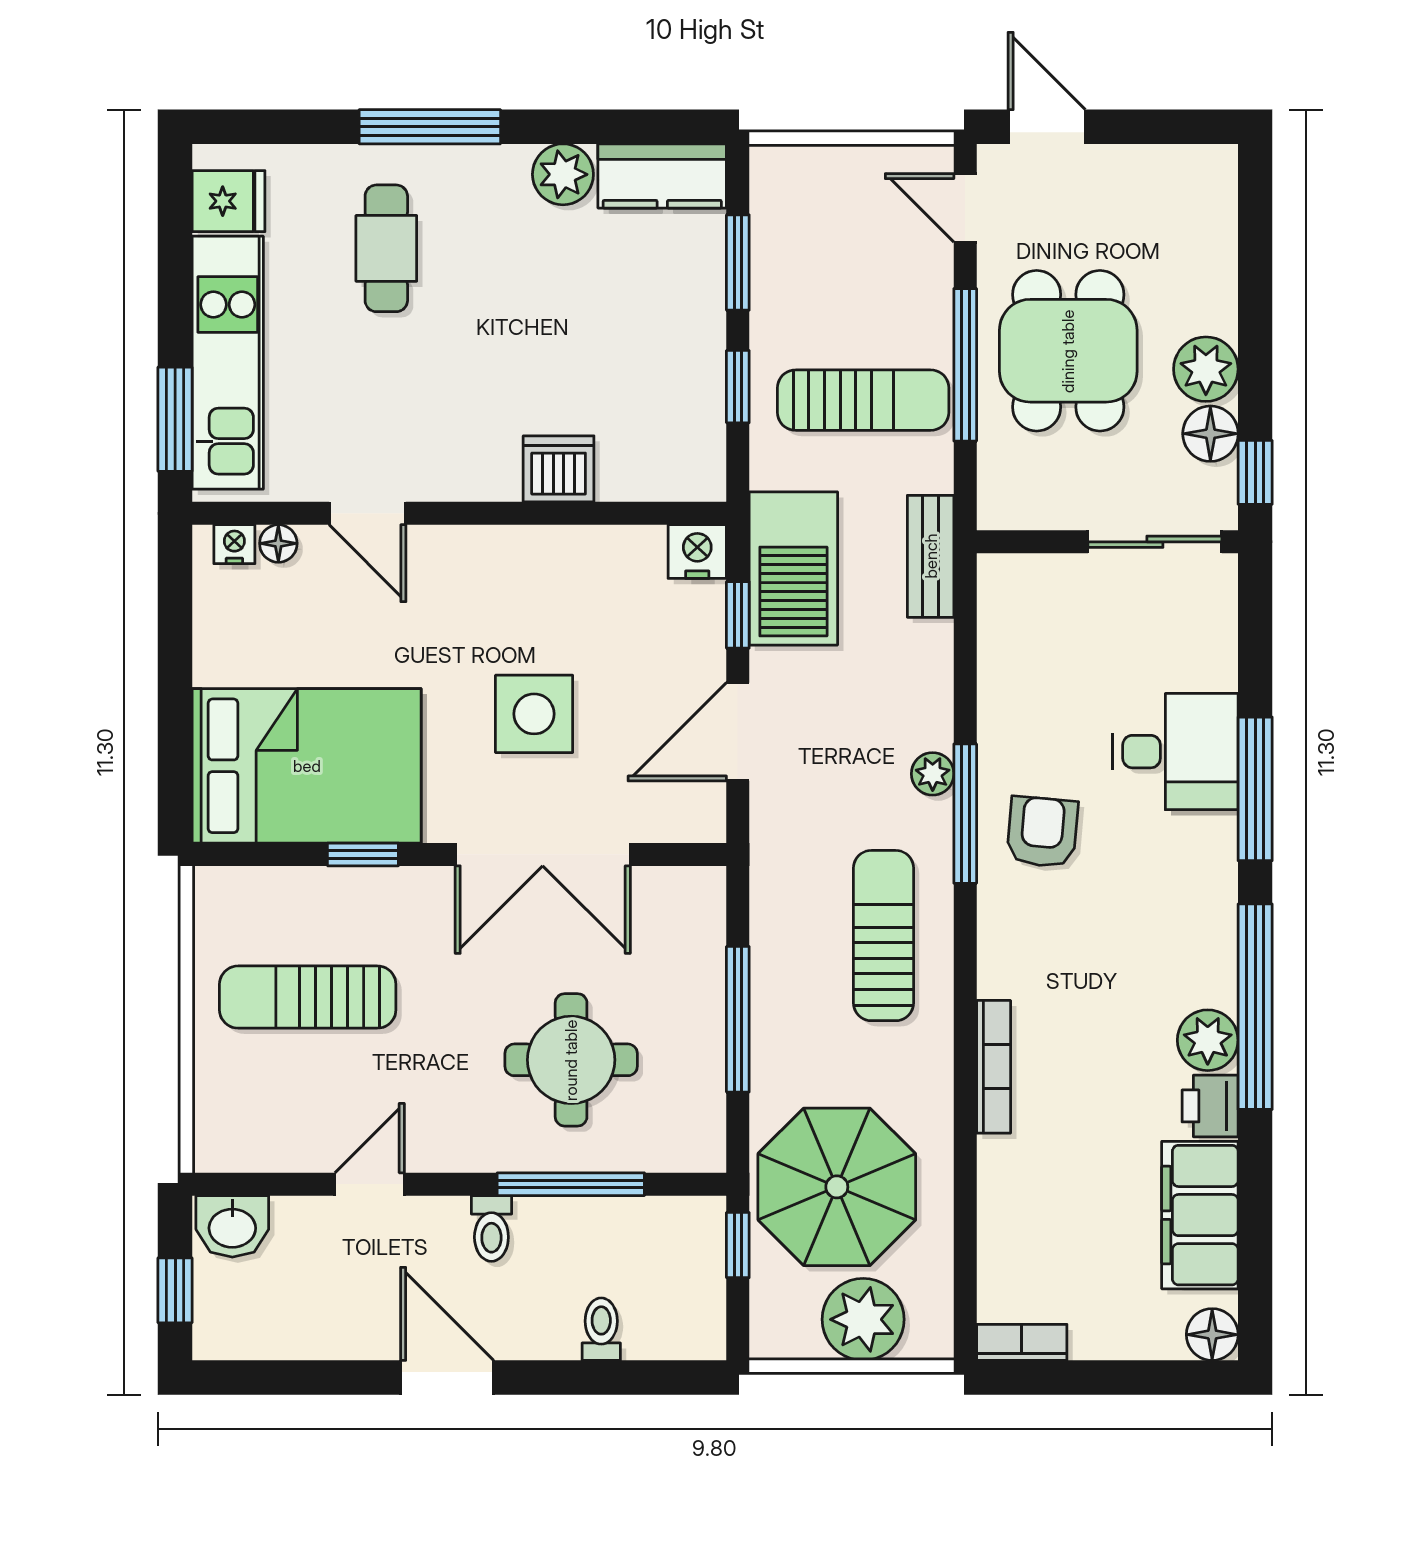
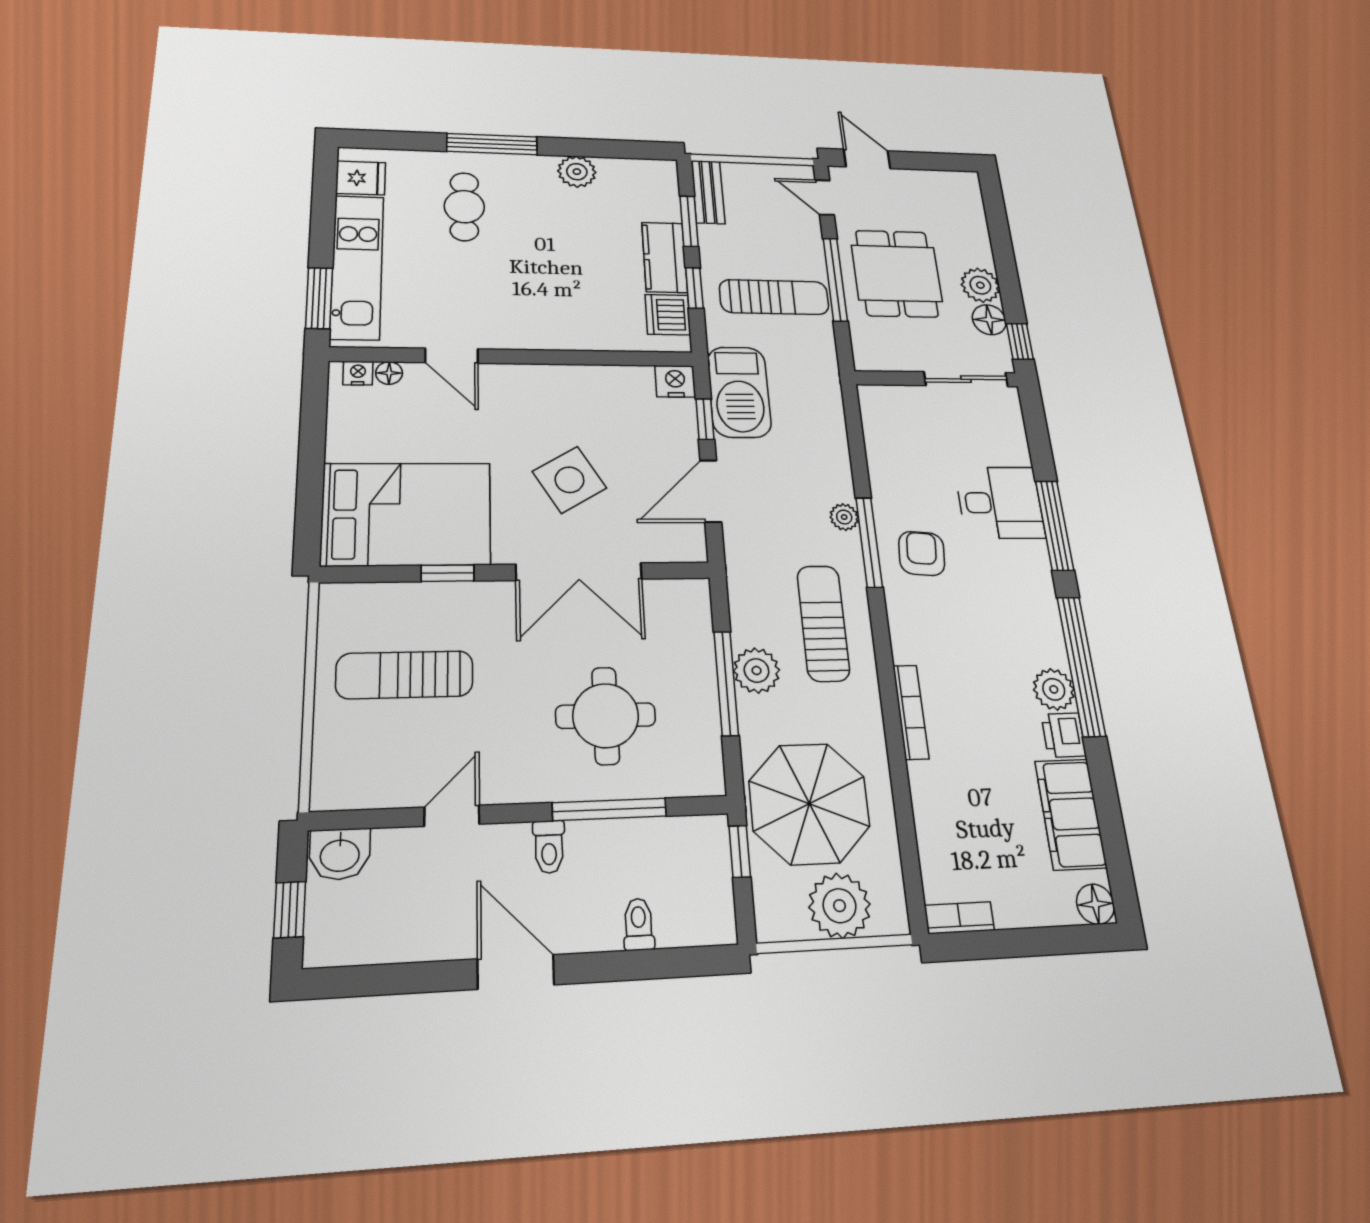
kitchen counter: (662, 176) -> (664, 257), moved, turned 90
dishwasher: (559, 469) -> (668, 315), moved, turned -90
bench: (931, 556) -> (708, 192), moved
side table: (534, 714) -> (569, 480), turned -31
plant: (782, 1002) -> (757, 671), added

